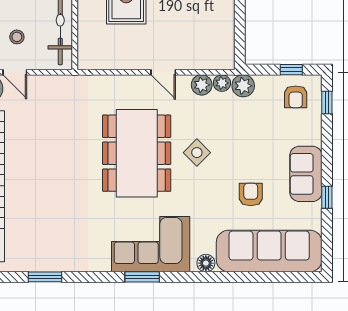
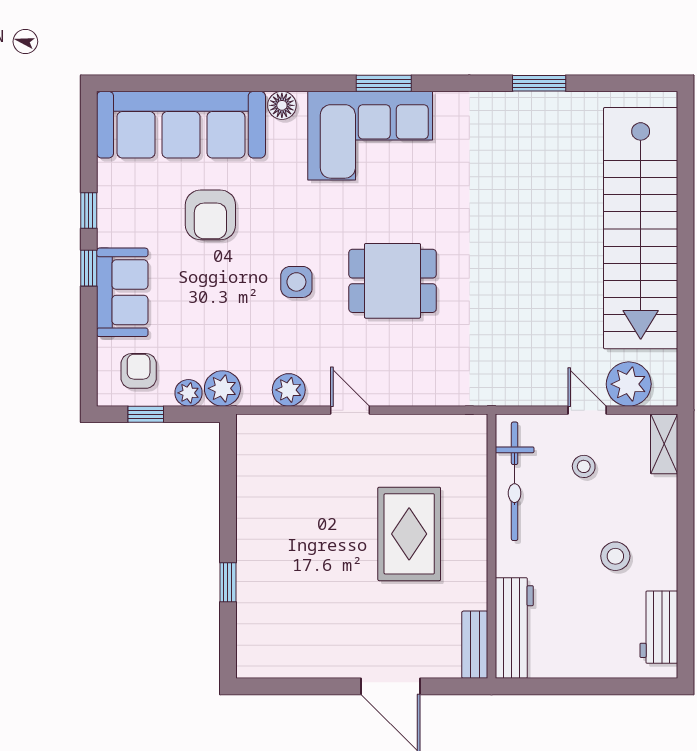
plant: (222, 83) -> (189, 393), moved
window: (327, 103) -> (89, 268), moved
dining table: (137, 153) -> (393, 281), width x0.53, depth x0.80
side table: (197, 153) -> (296, 282), turned 45
sofa: (306, 174) -> (122, 292), moved
armchair: (251, 194) -> (210, 215), width x1.38, depth x1.38

